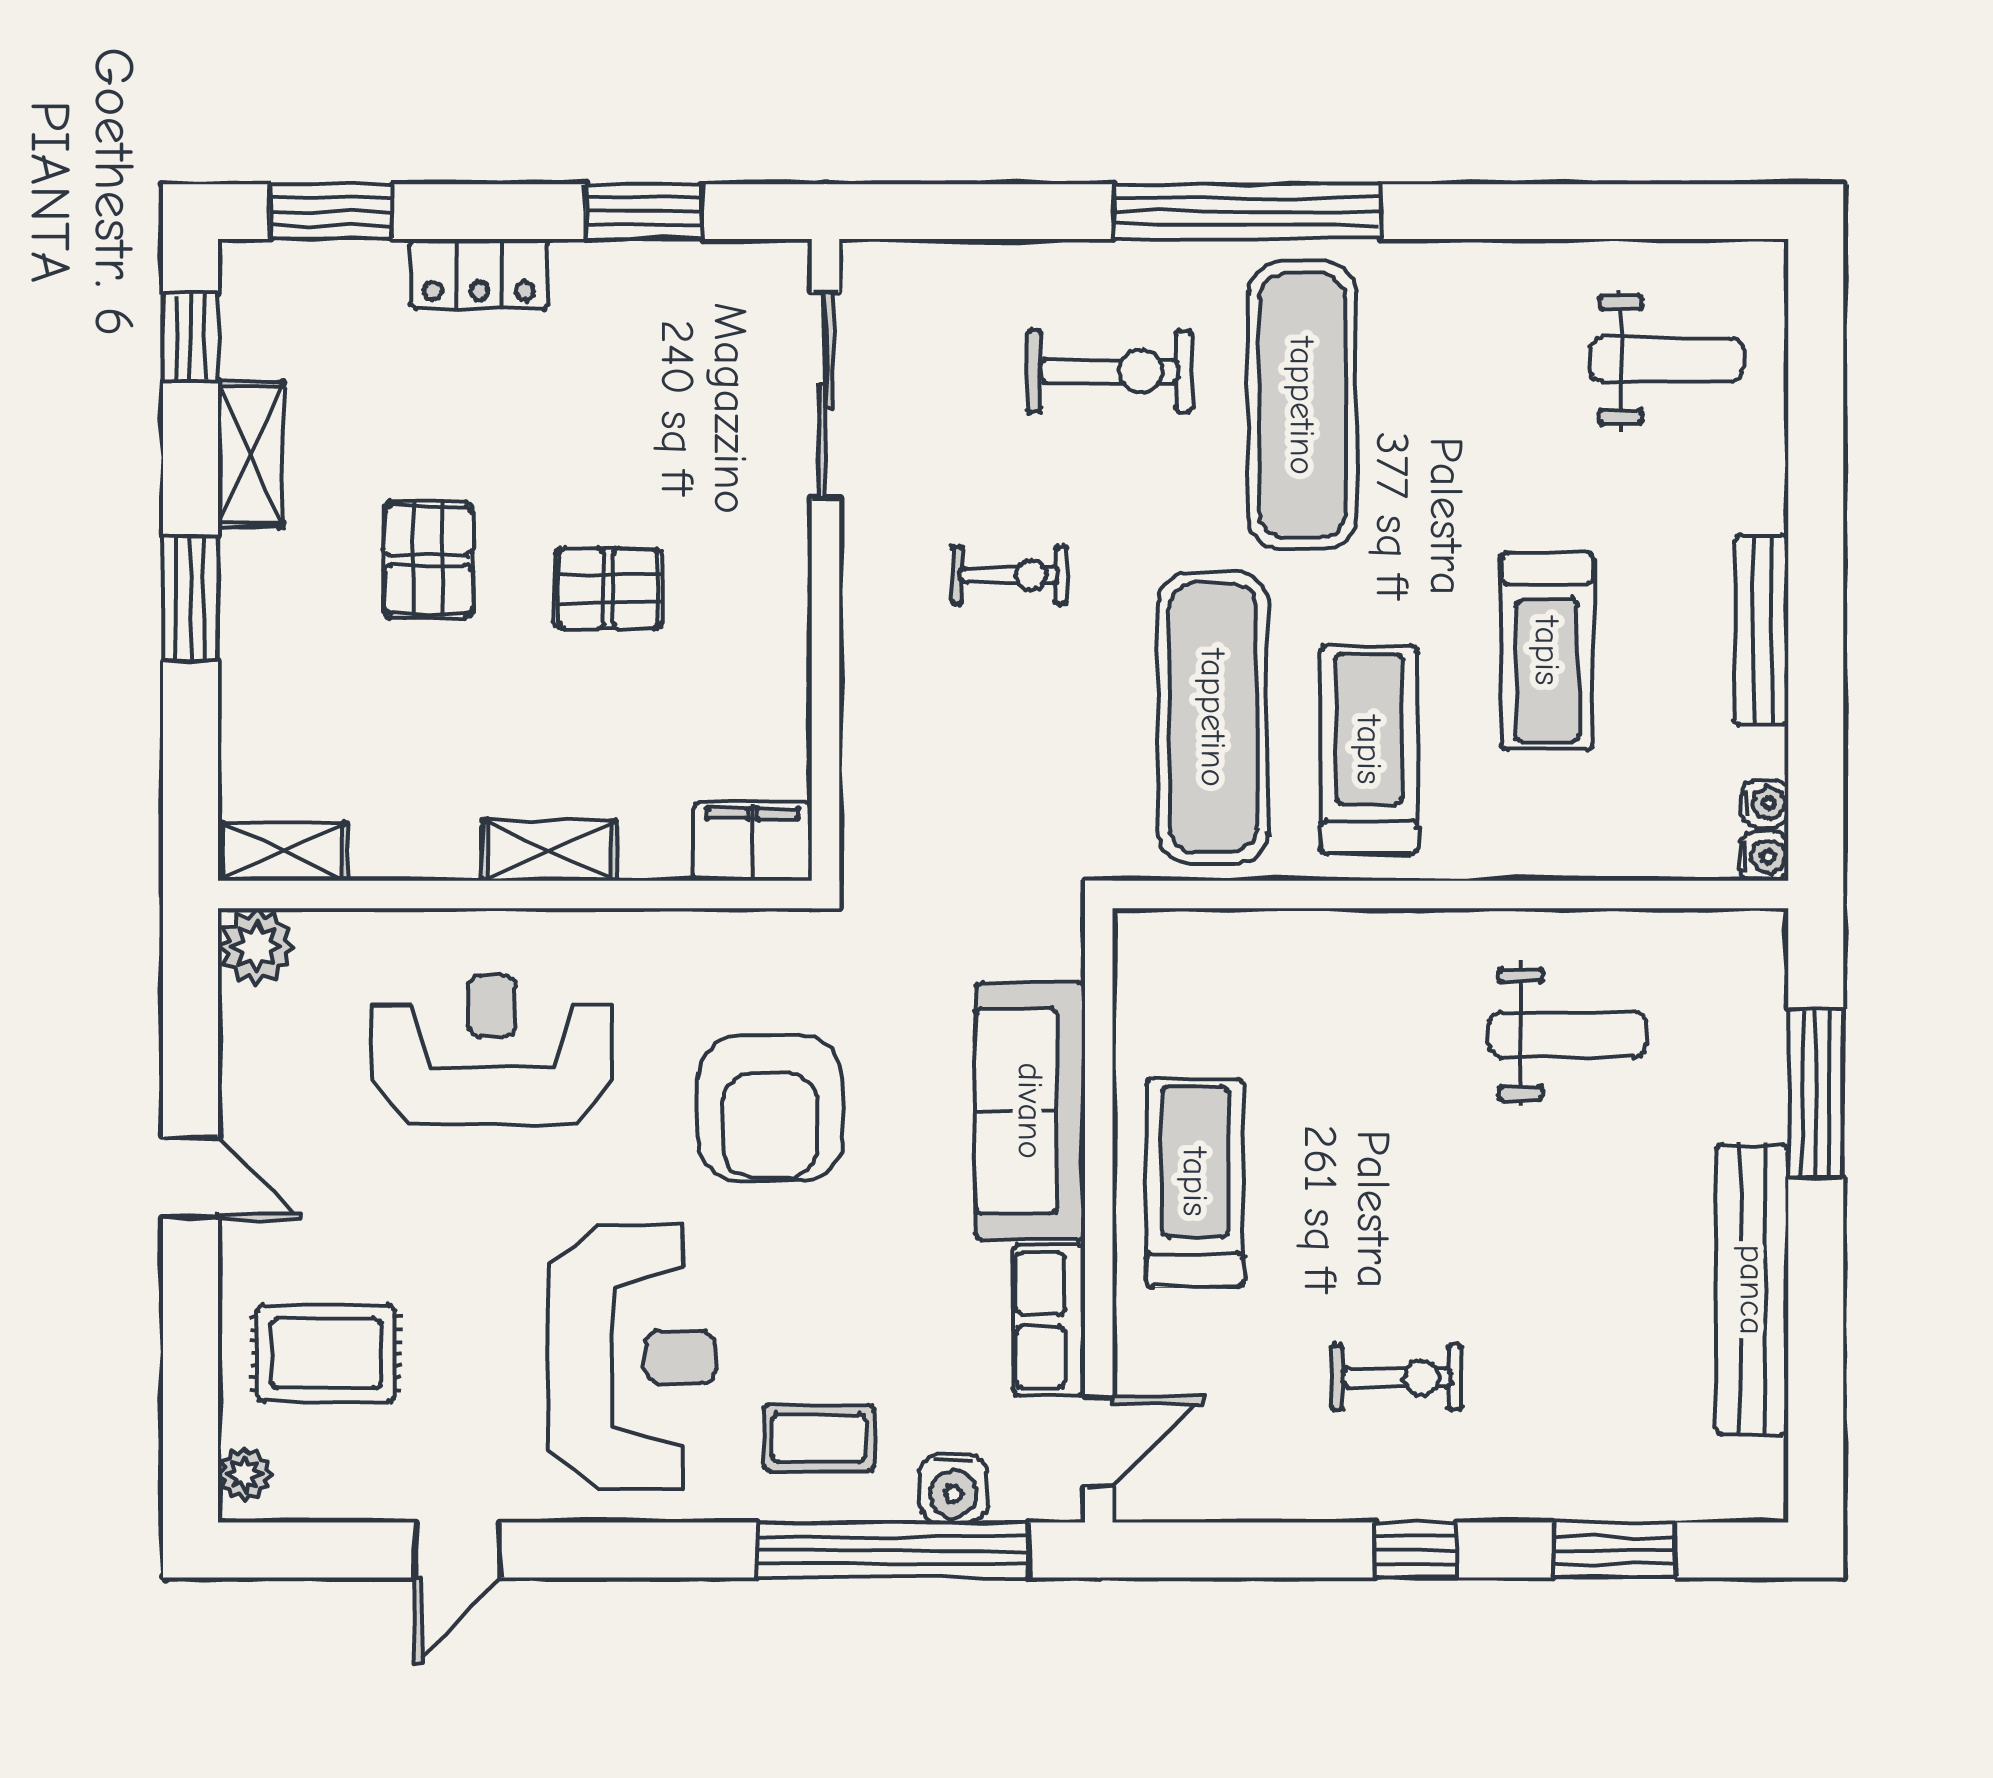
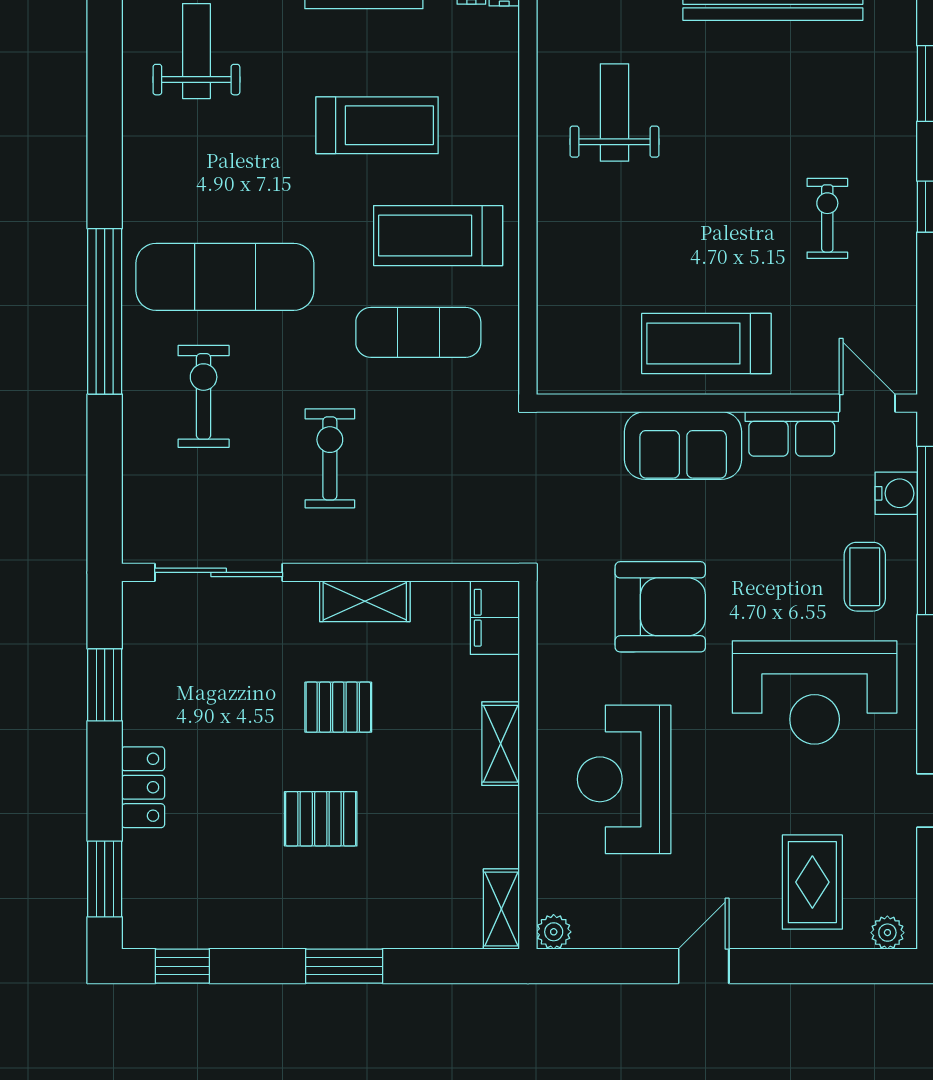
shelving: (251, 454) -> (365, 601), moved
exercise bike: (1010, 575) -> (330, 458), width x1.38, depth x1.39
pallet: (608, 589) -> (338, 707), turned 90
exercise mat: (1213, 718) -> (418, 332), width x0.73, depth x0.69
plant: (256, 947) -> (554, 932), width x0.73, depth x0.73
sofa: (1030, 1111) -> (683, 446), width x0.73
reception desk: (632, 1357) -> (815, 692), turned 180

